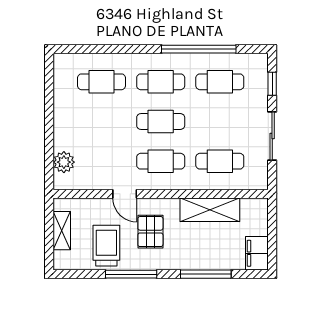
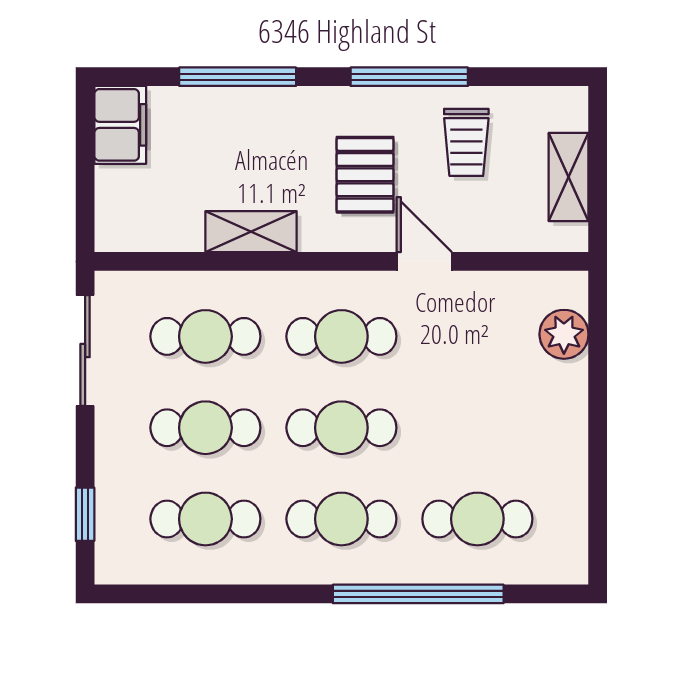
window: (199, 49) -> (418, 594), moved
cafe table: (220, 122) -> (205, 428), added
sliding door: (272, 136) -> (85, 350), moved
shelving: (210, 210) -> (251, 232), width x0.67, depth x0.75
trolley: (106, 246) -> (466, 142), width x0.73, depth x0.72

